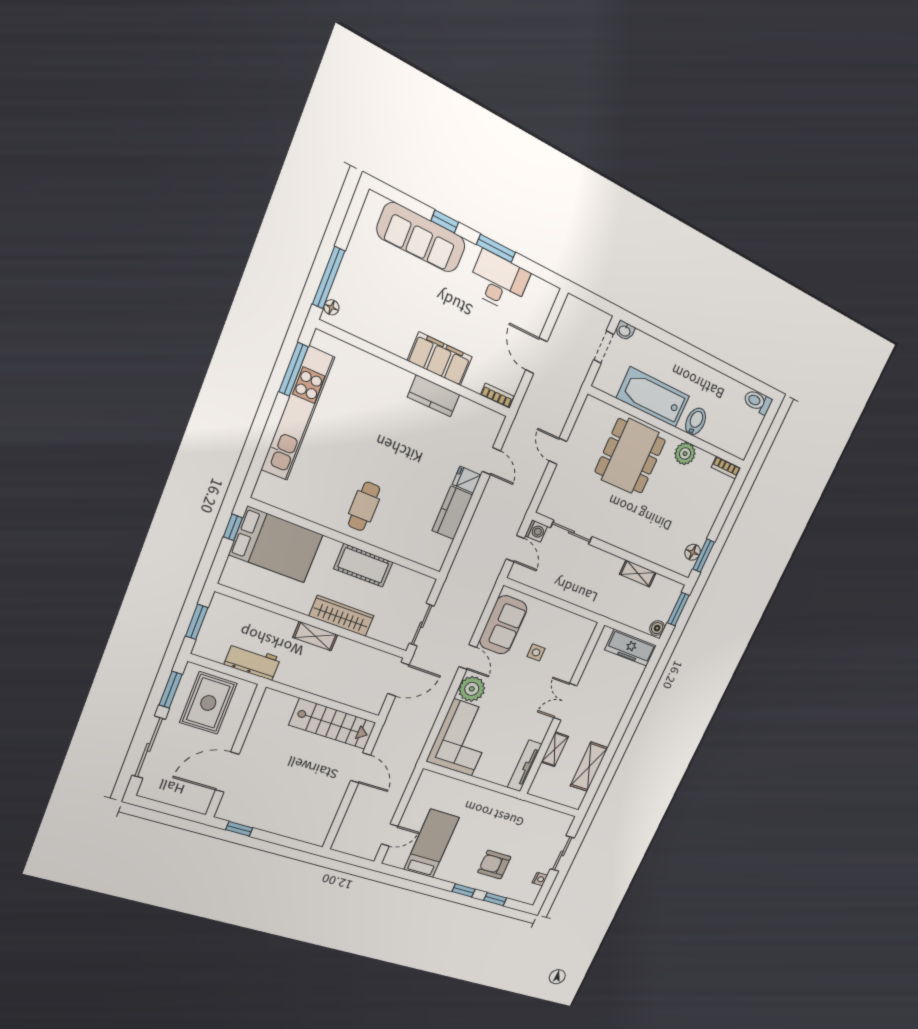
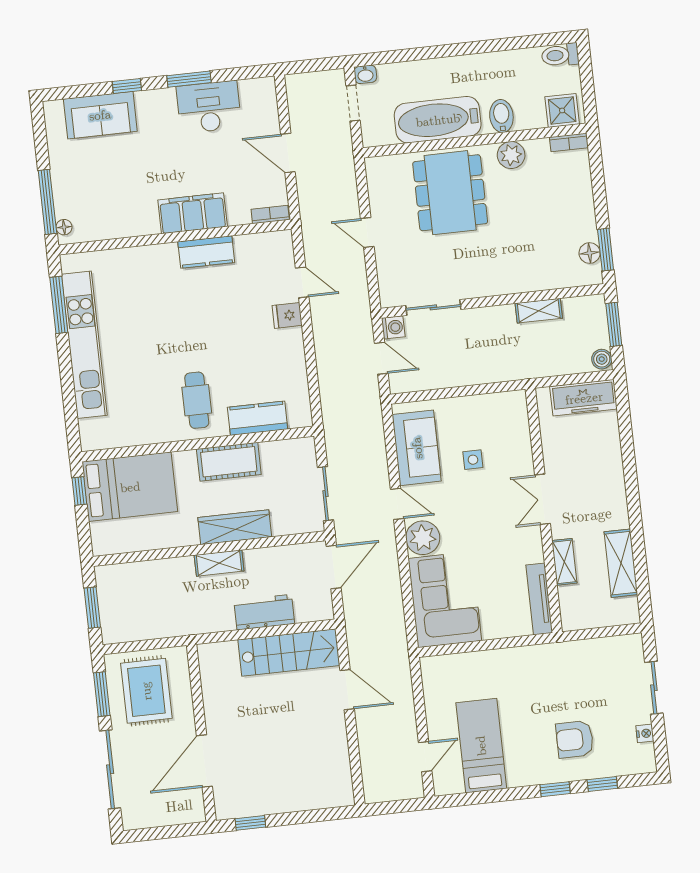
sofa: (421, 237) -> (100, 115), width x0.73
shower: (735, 442) -> (562, 110), added
kitchen counter: (452, 513) -> (258, 418), moved, turned 90
workbench: (252, 661) -> (264, 612), moved

